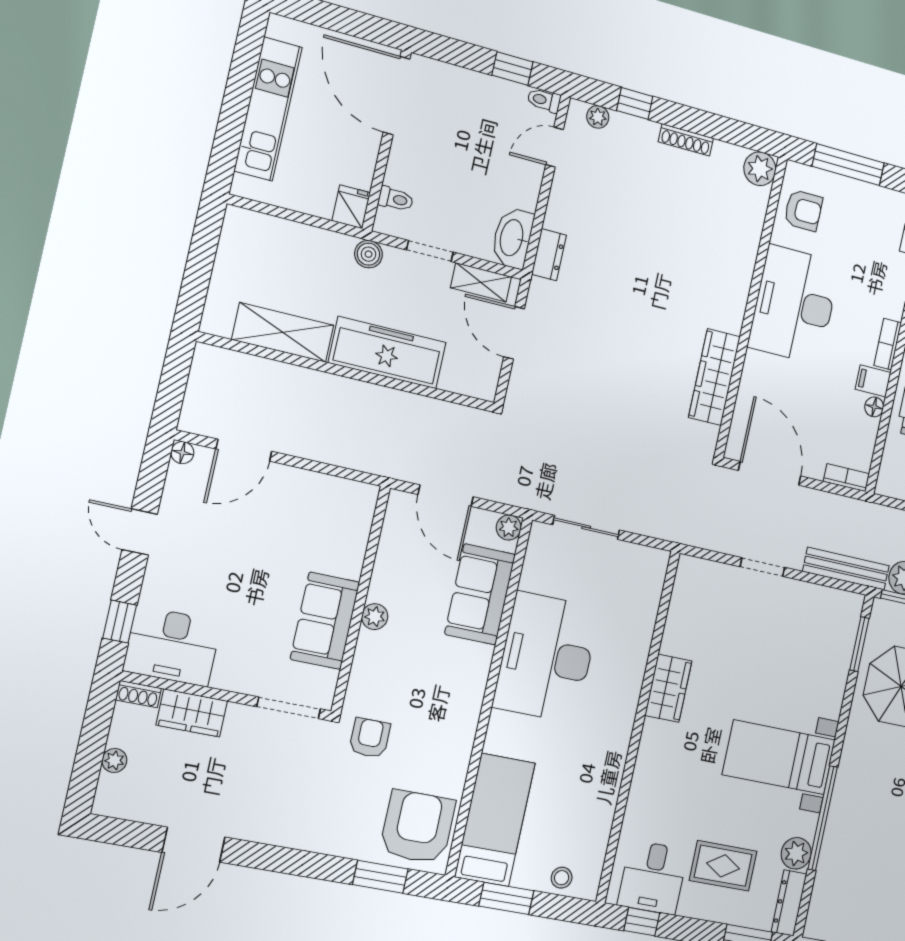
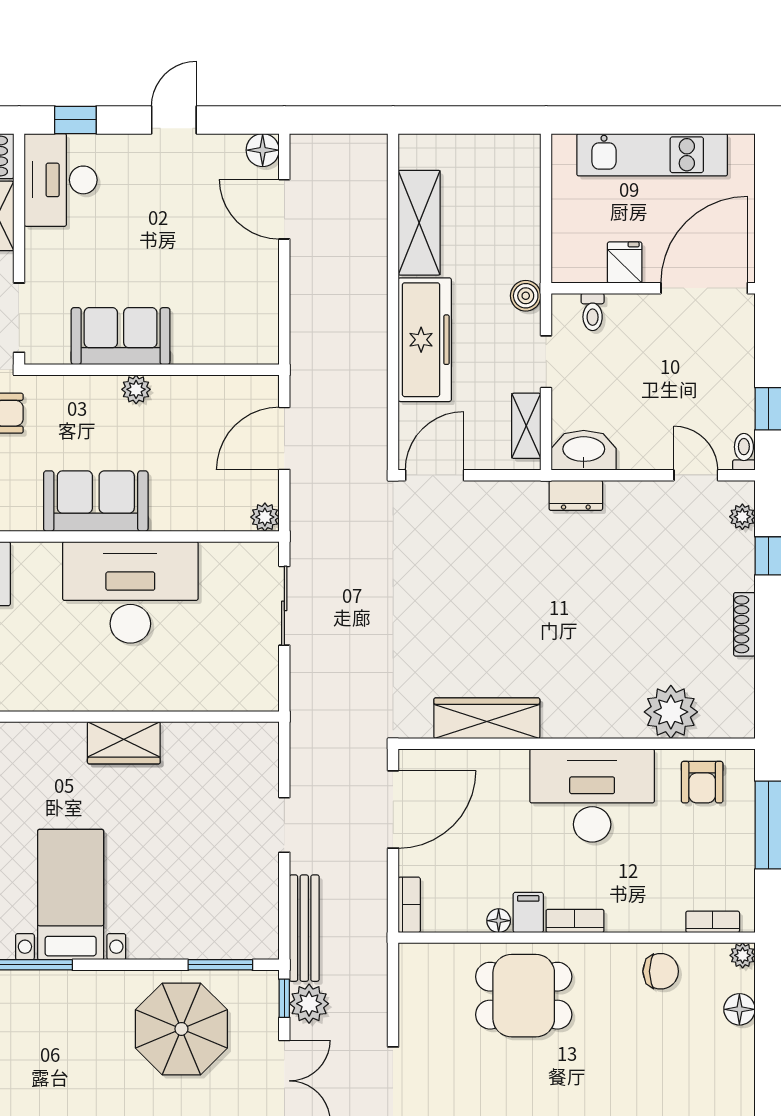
plant: (760, 169) -> (671, 712), moved, width x1.36, depth x1.36
fridge: (351, 207) -> (625, 263), moved, turned -90
door: (514, 333) -> (435, 475), moved
floor lamp: (182, 453) -> (263, 150), width x1.37, depth x1.37
sofa: (480, 594) -> (96, 501), moved

